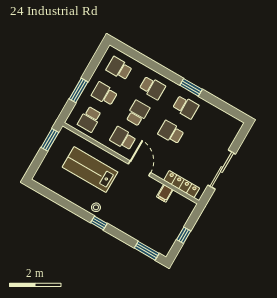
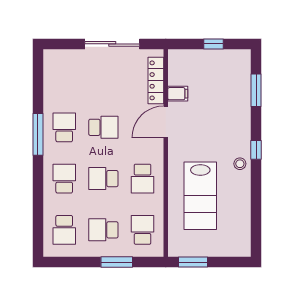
window: (191, 87) -> (38, 134), width x1.44
school desk: (104, 94) -> (103, 230), turned 90
school desk: (90, 119) -> (143, 230), turned -90
school desk: (171, 132) -> (103, 127), turned -90
door: (140, 168) -> (166, 122), moved
window: (147, 251) -> (256, 90), moved

